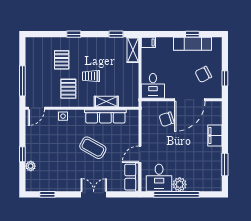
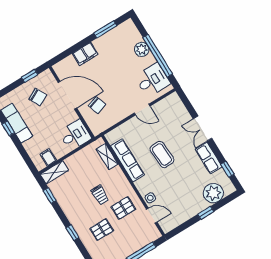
filing cabinet: (148, 42) -> (48, 157), moved
shelving: (106, 101) -> (107, 157), moved
door: (36, 108) -> (152, 216), moved
coffee table: (93, 148) -> (162, 155), turned -32
plant: (31, 166) -> (213, 193), width x1.88, depth x1.88
row of seats: (132, 177) -> (209, 158), moved, turned 90
plant: (180, 184) -> (142, 49), moved

